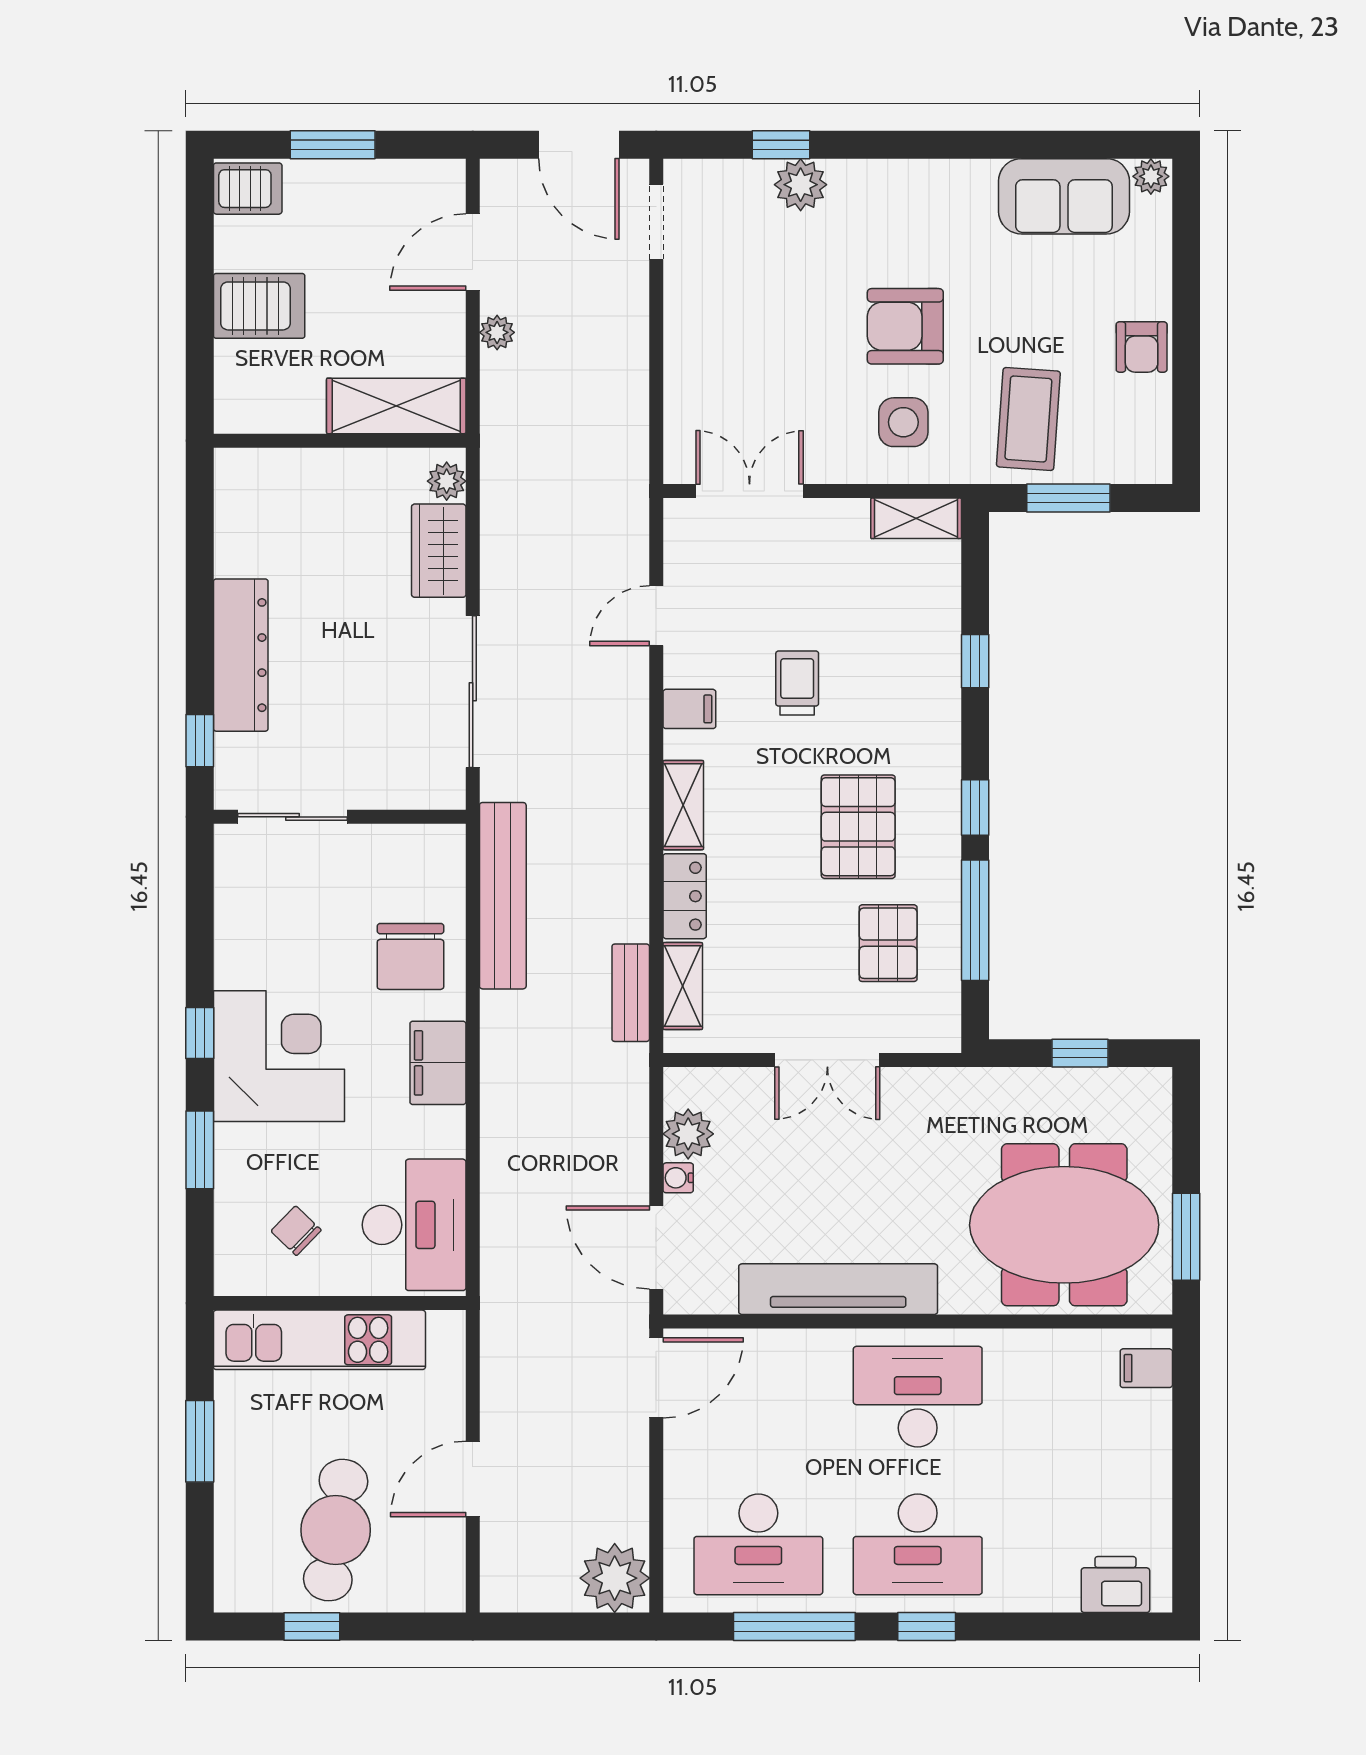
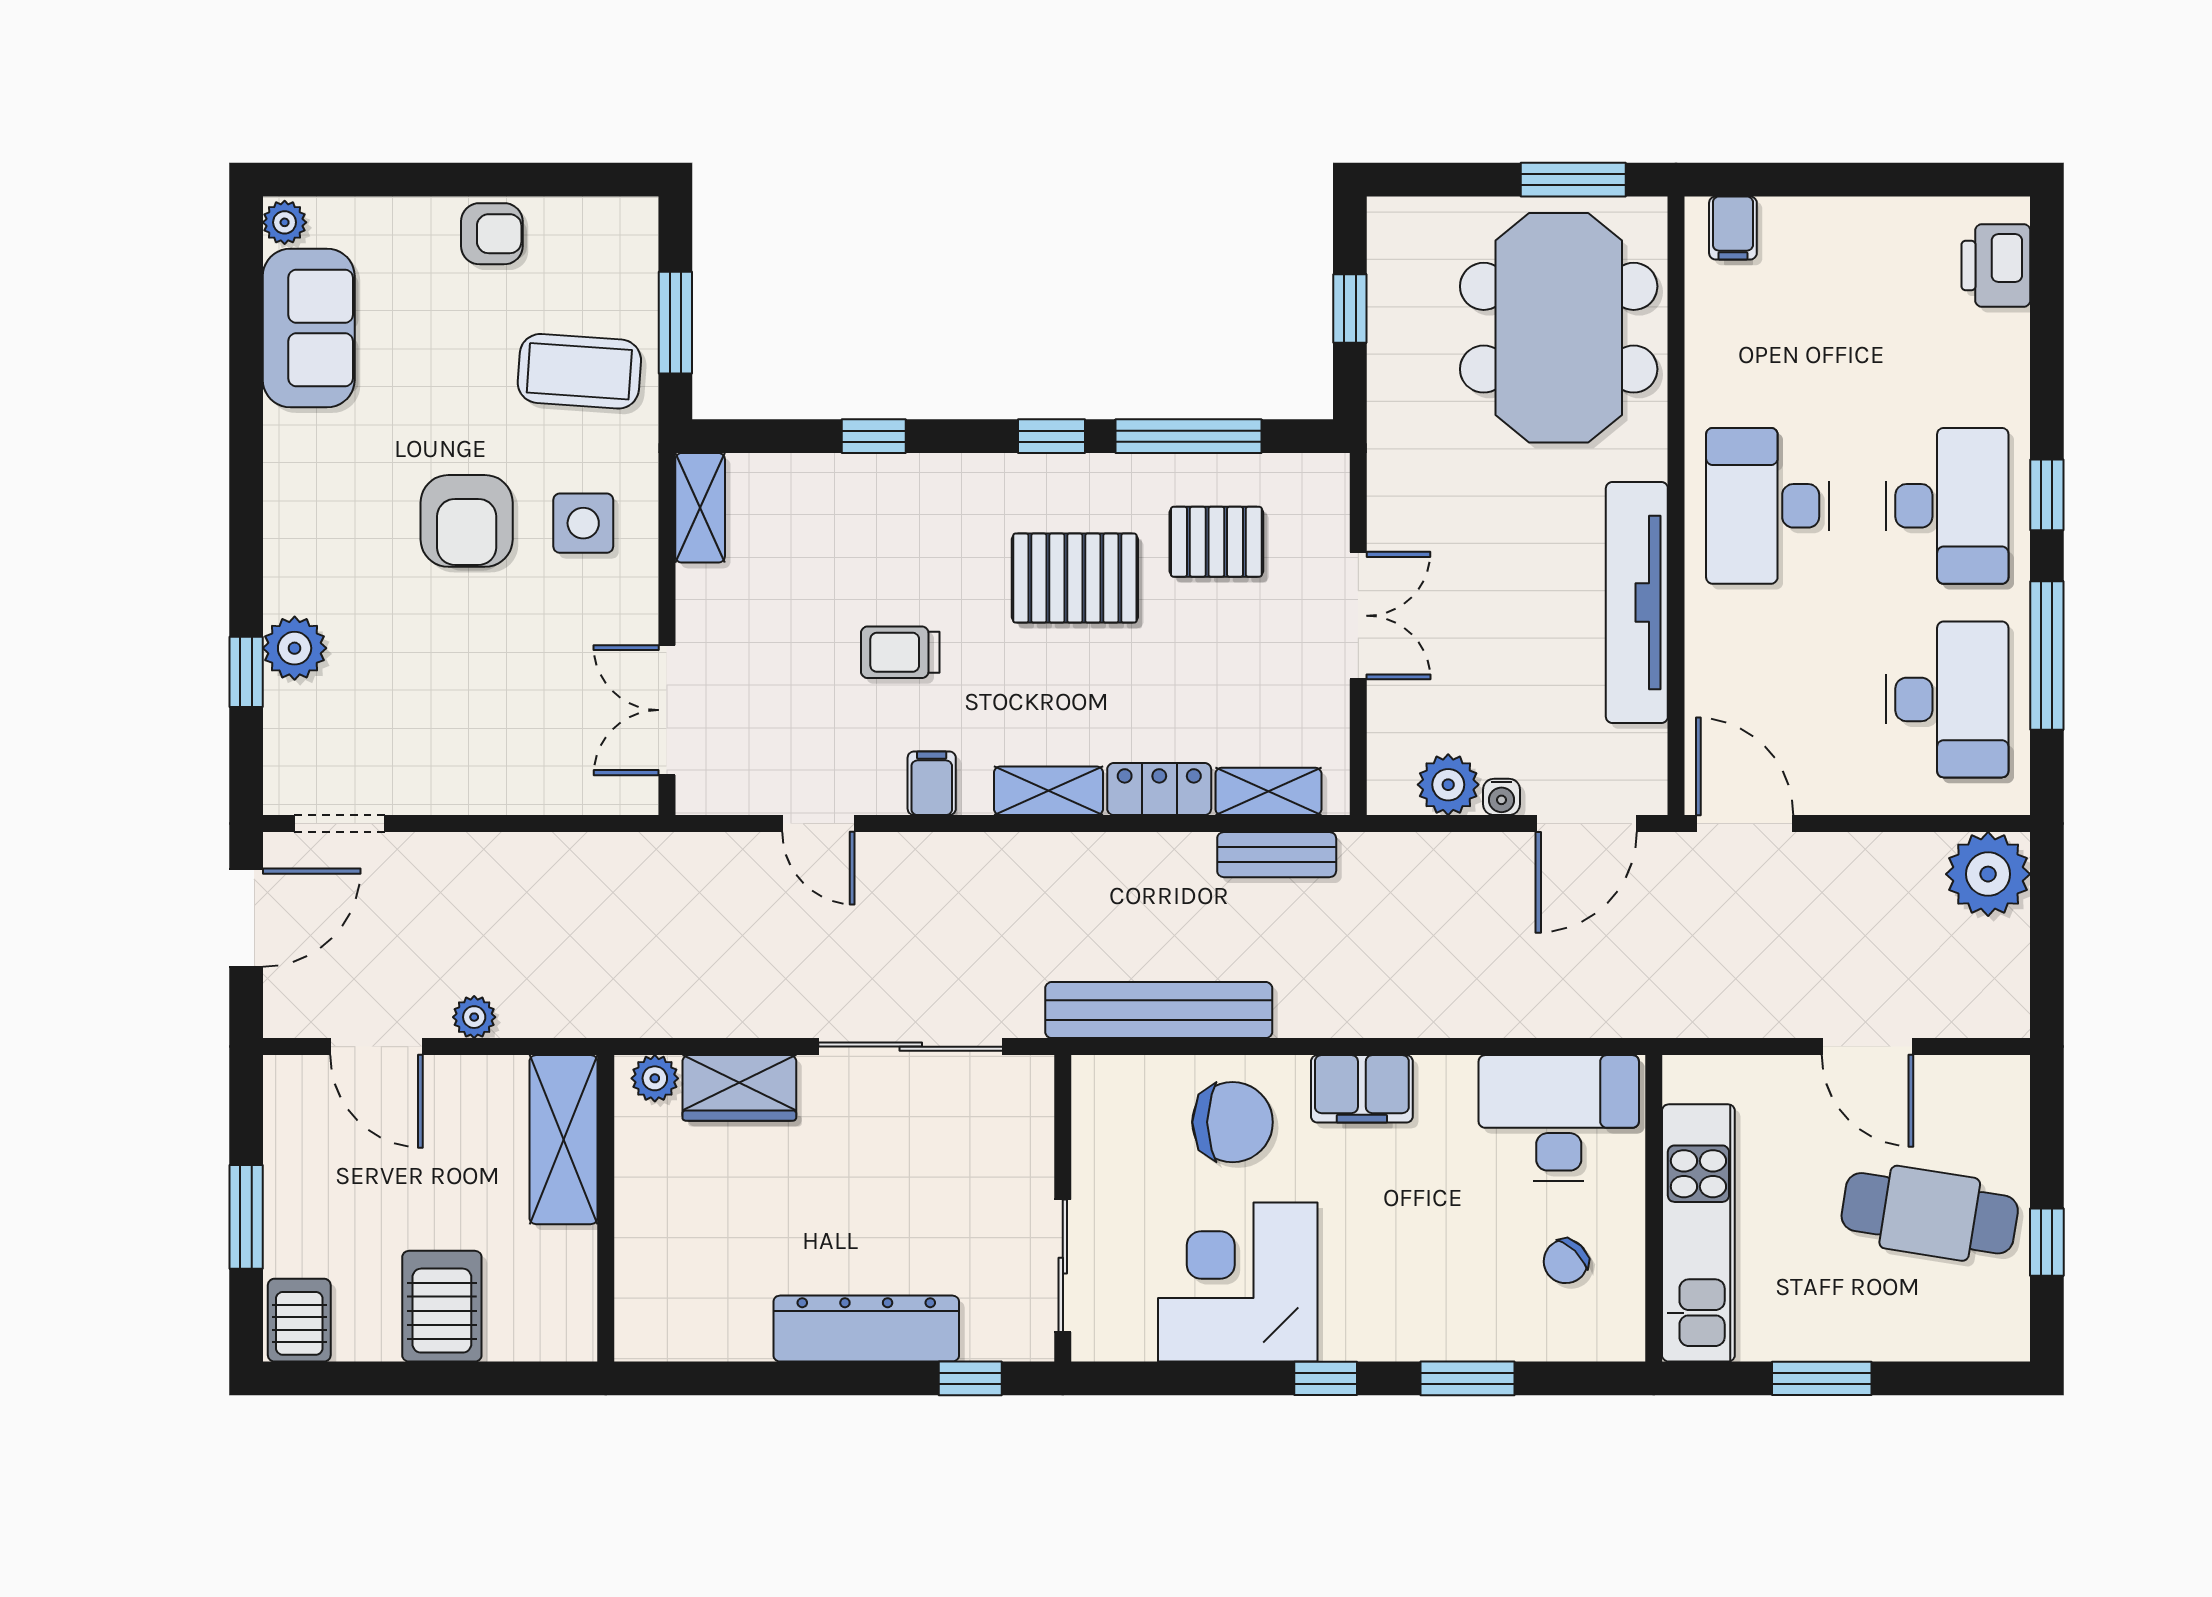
corner desk: (279, 1056) -> (1238, 1282), moved

